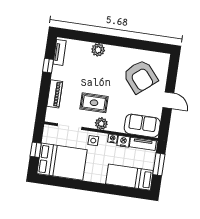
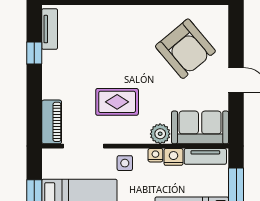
plant: (98, 50) -> (111, 16), removed
piano: (55, 94) -> (52, 122), moved
plant: (101, 124) -> (160, 134), moved

